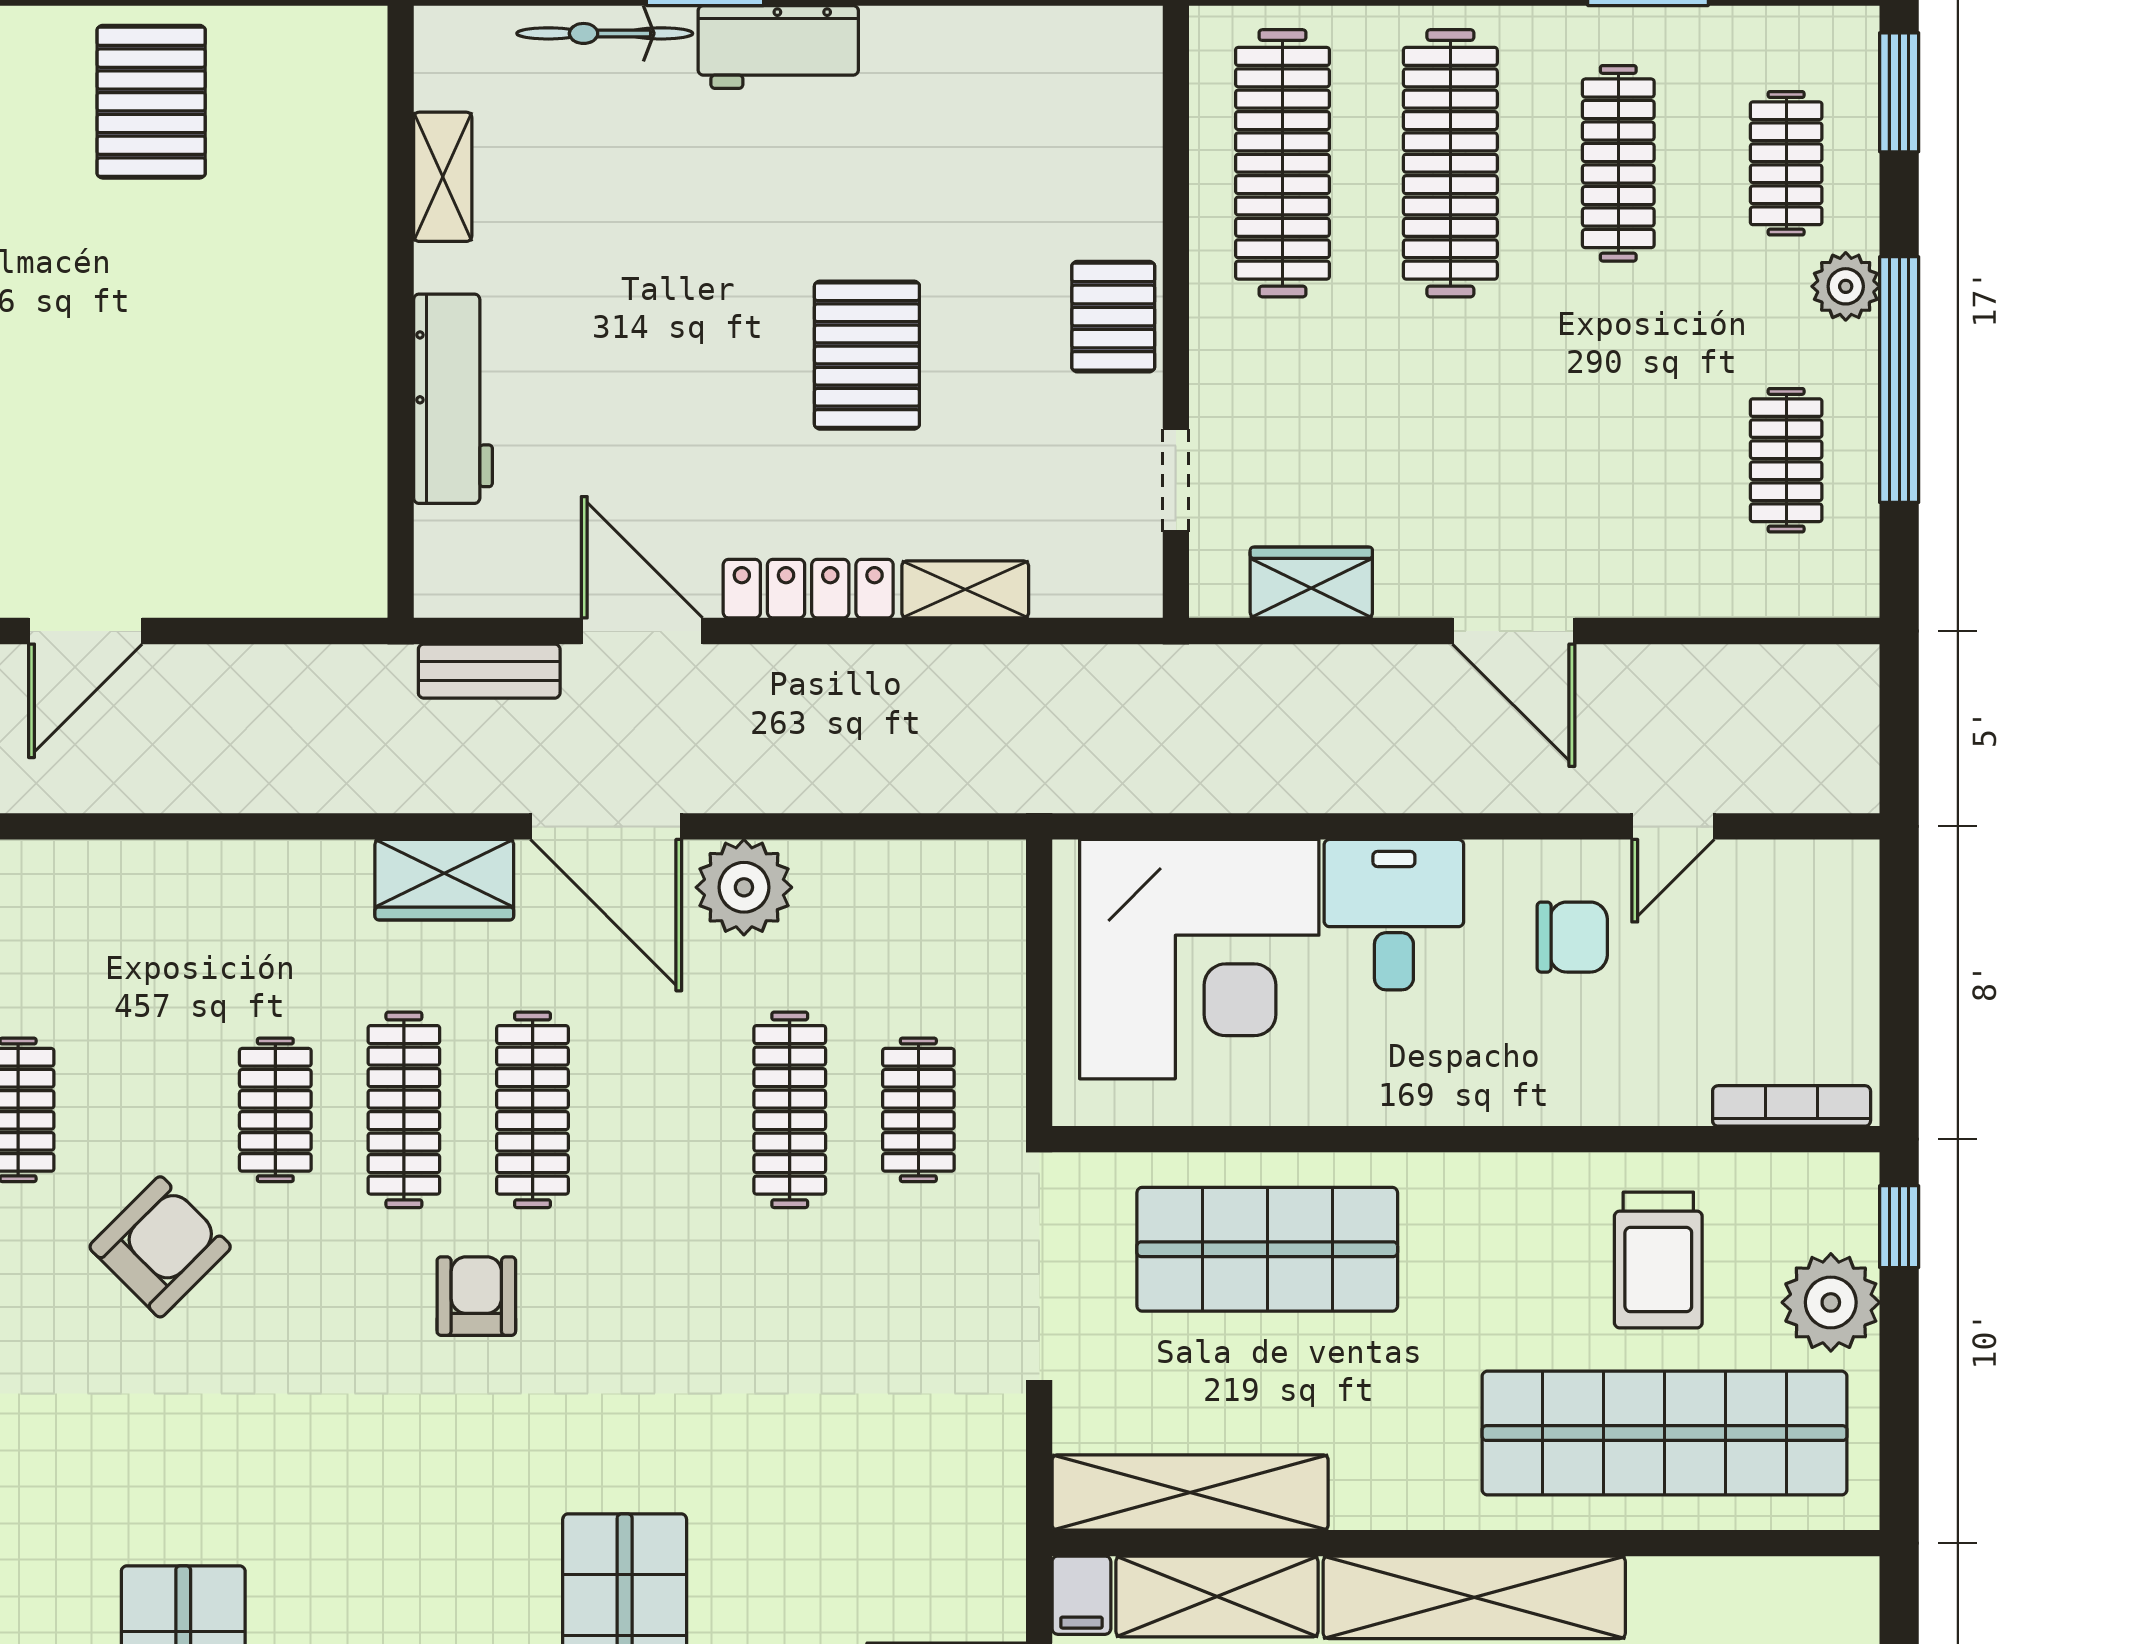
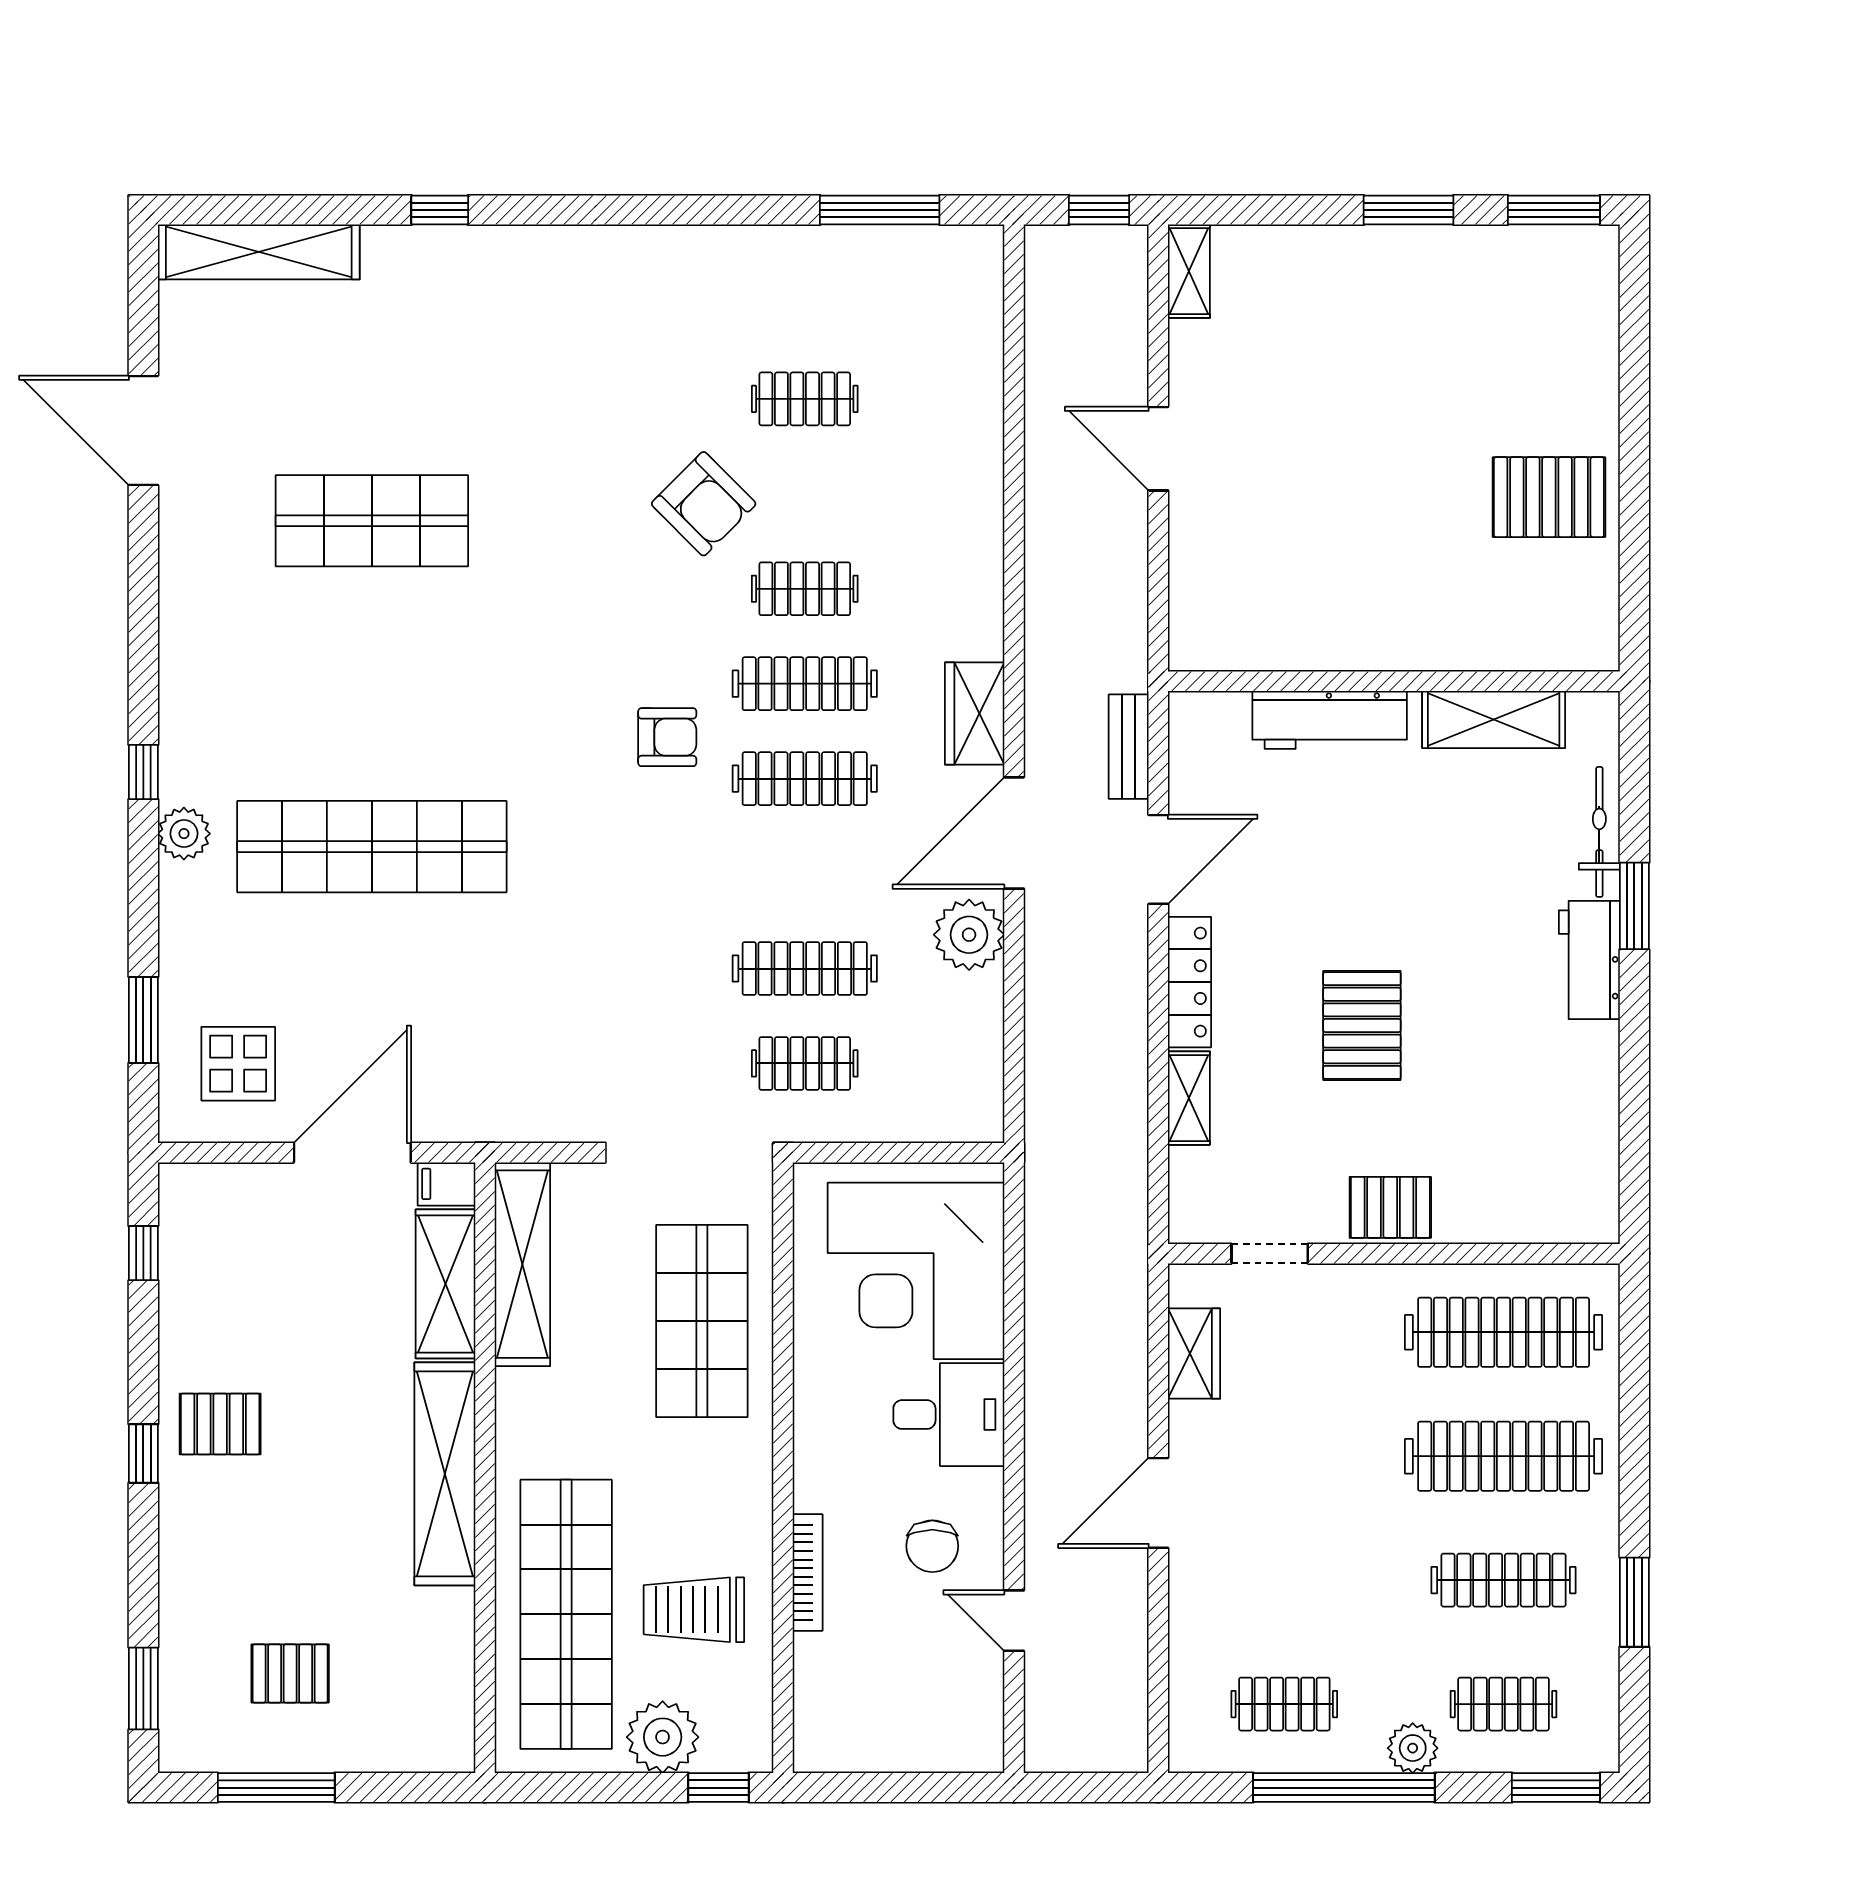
shelving: (443, 177) -> (1494, 720), width x1.50, depth x1.33
pallet: (867, 355) -> (1362, 1025), turned 90
bookcase: (1792, 1106) -> (808, 1572), moved

